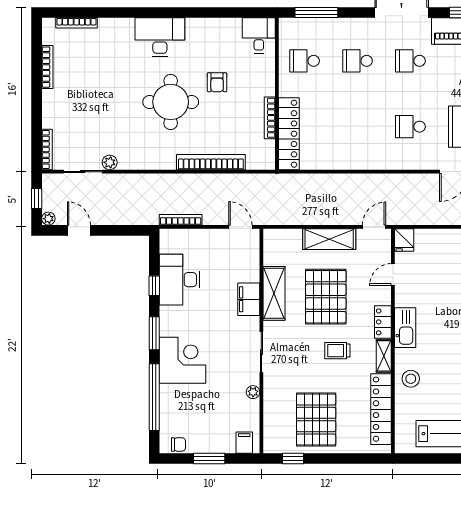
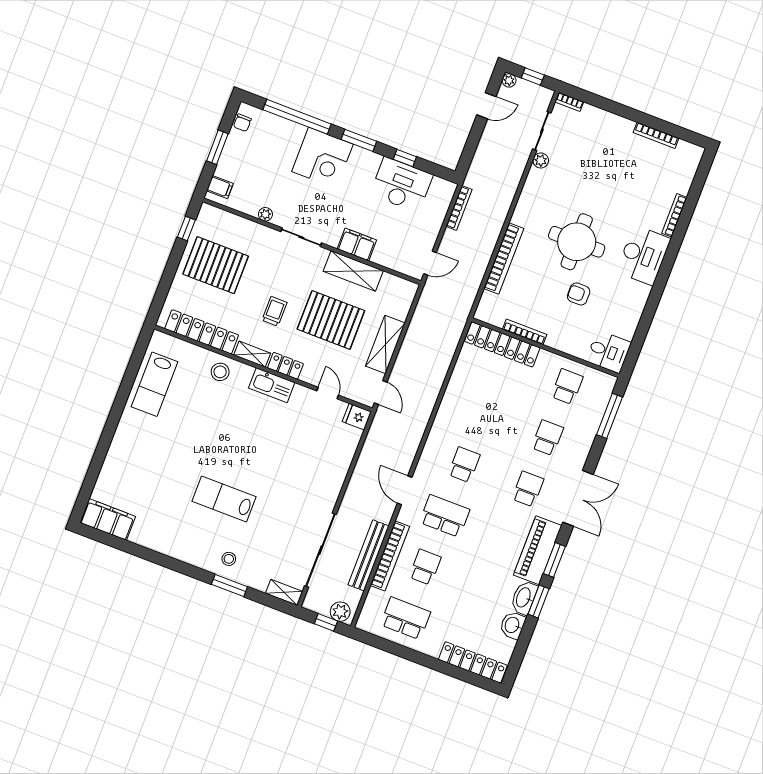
bookcase: (76, 23) -> (674, 215), moved
bookcase: (47, 150) -> (569, 102), width x0.64

